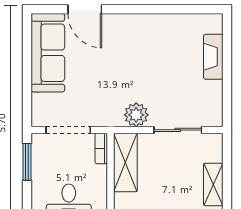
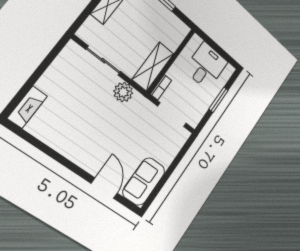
sofa: (48, 53) -> (144, 182), width x0.73
fireplace: (213, 57) -> (27, 107), moved
window: (27, 162) -> (219, 100), moved

